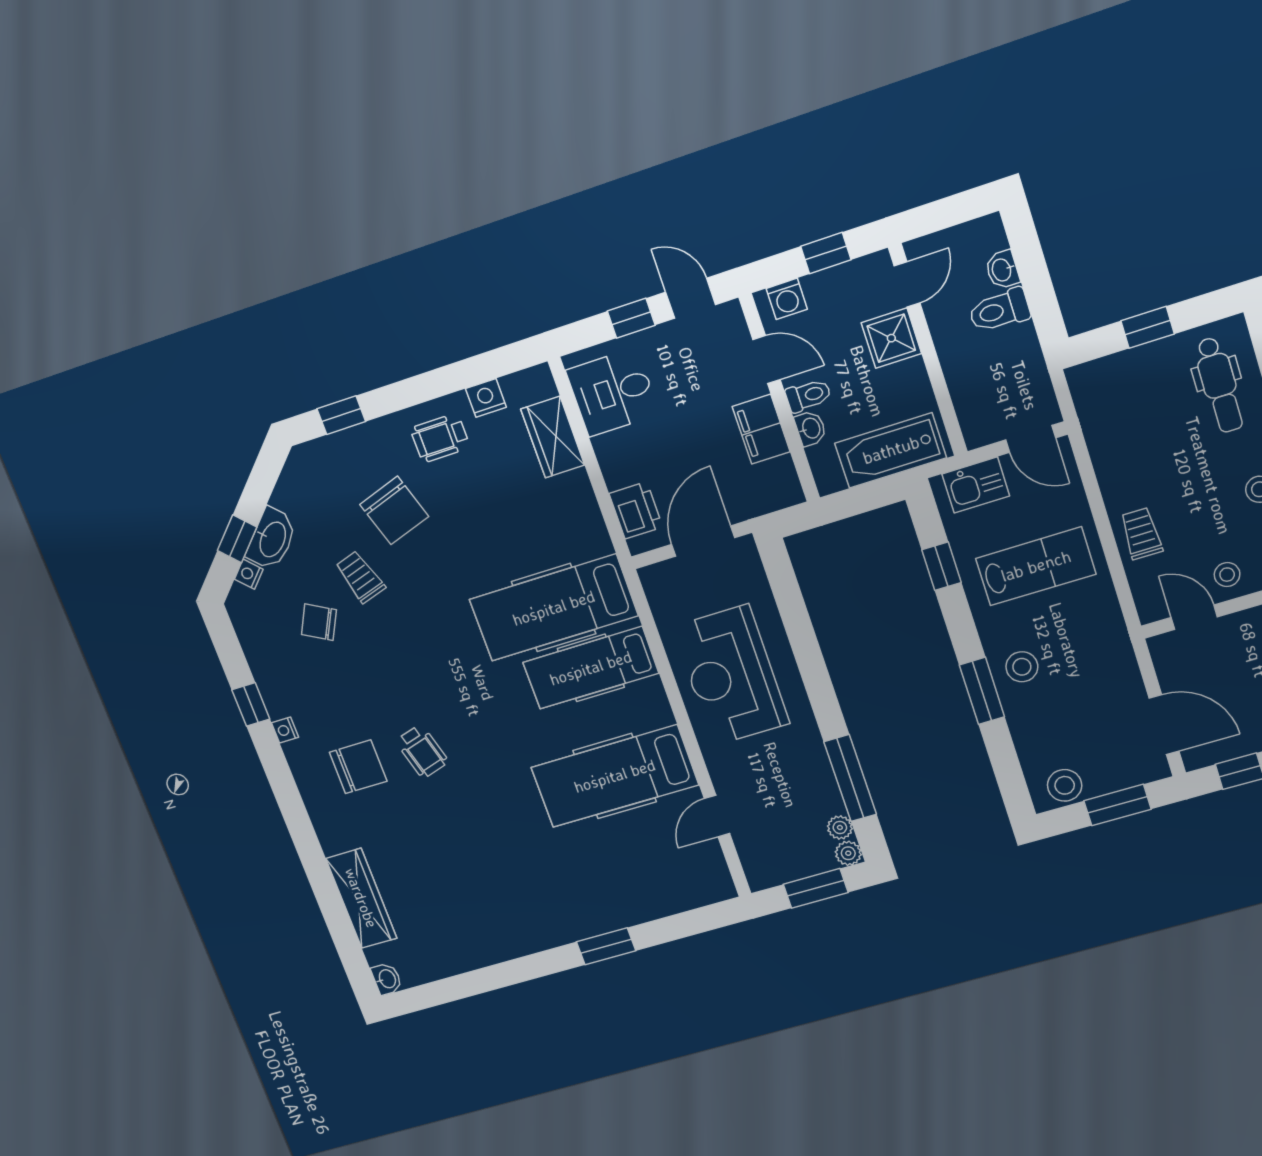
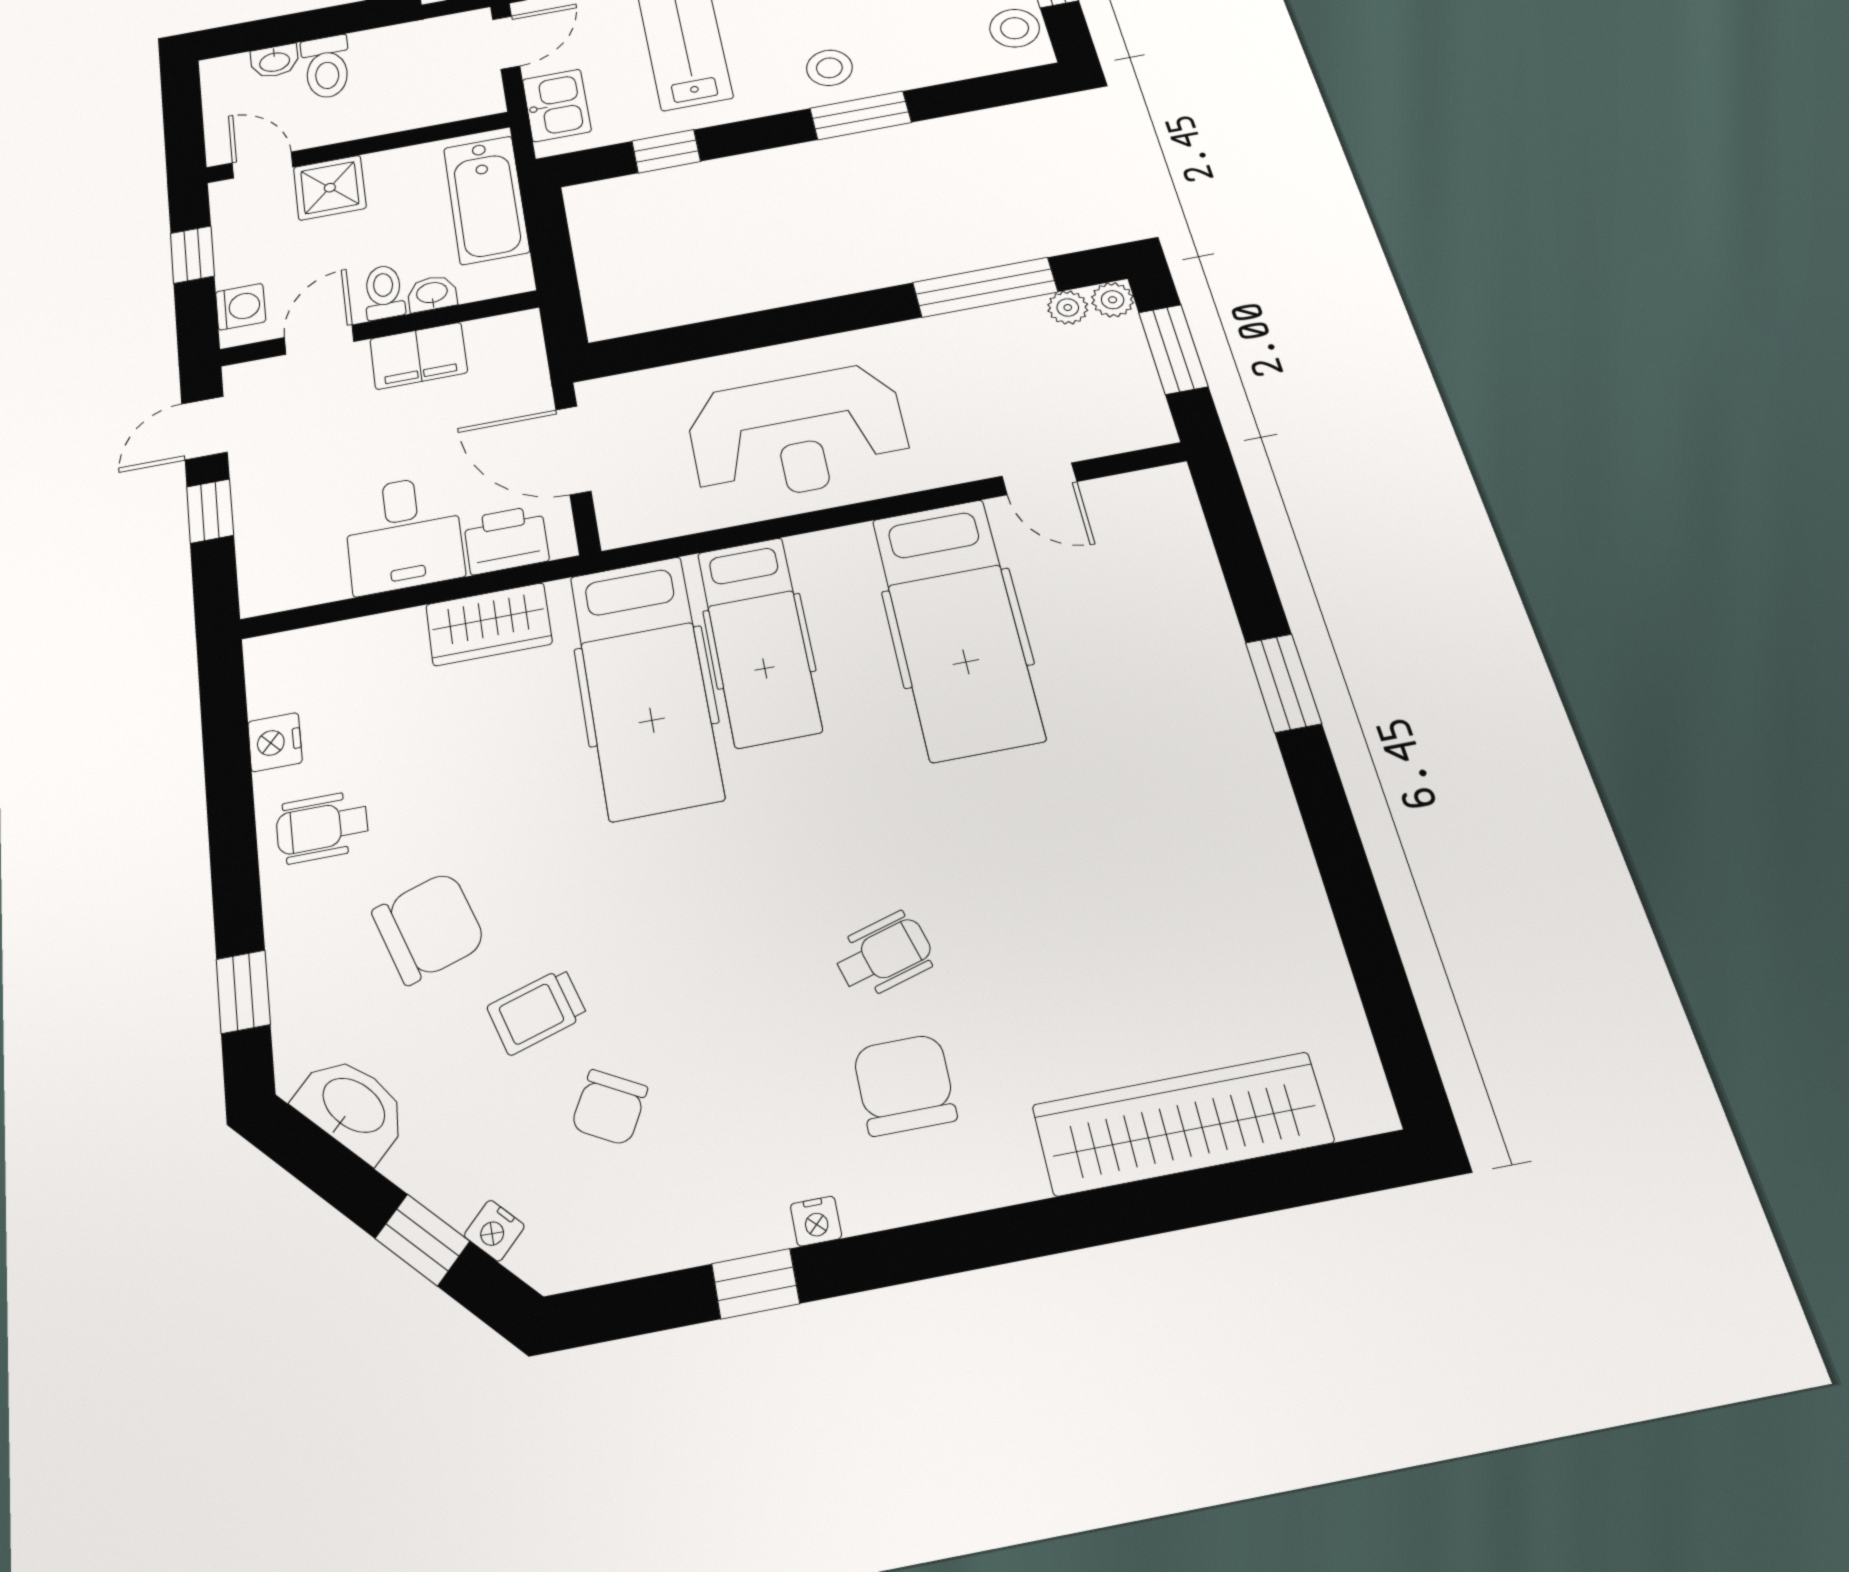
desk: (613, 392) -> (404, 534), moved
wardrobe: (553, 437) -> (489, 624), moved
wheelchair: (440, 438) -> (322, 827), turned 90
washbasin: (272, 539) -> (352, 1107), moved
wardrobe: (361, 898) -> (1182, 1124), width x1.40, depth x1.17
washbasin: (387, 979) -> (1364, 1110), removed

